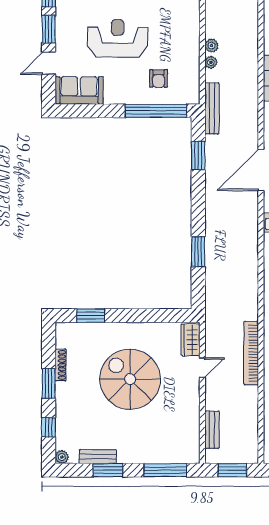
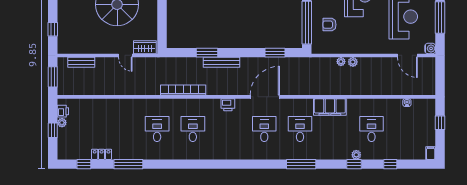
bench: (212, 108) -> (222, 62), moved
door: (261, 170) -> (265, 97), hinge flipped
bookcase: (251, 353) -> (183, 90), moved
window: (165, 470) -> (53, 29), width x0.46

